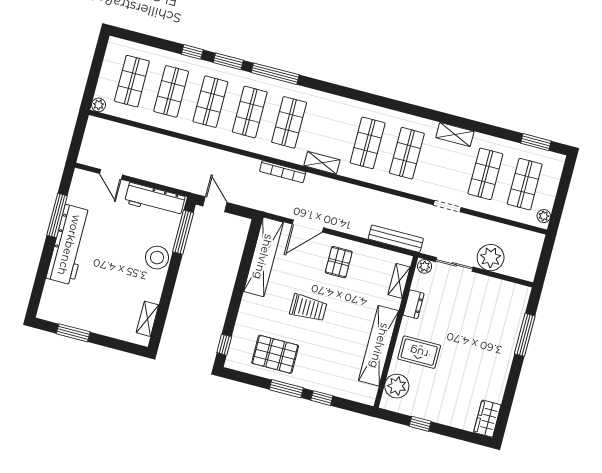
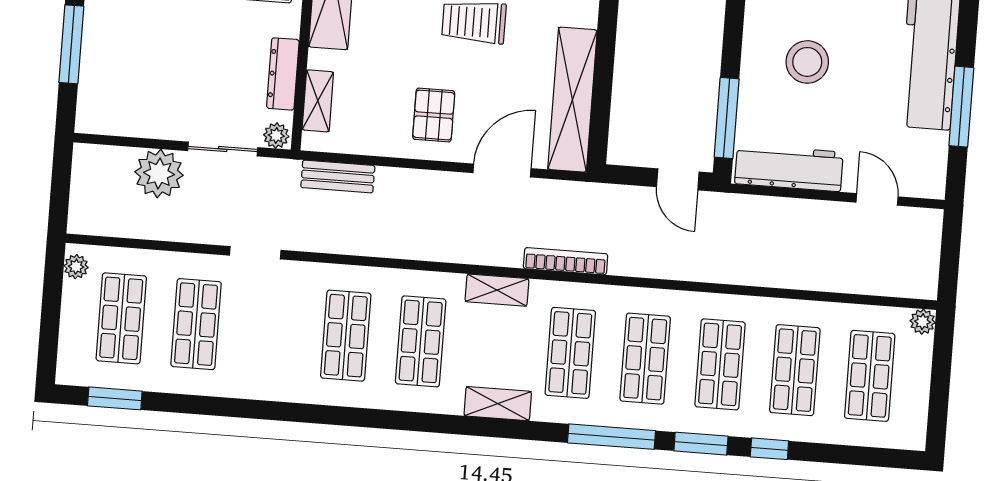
shelving: (455, 134) -> (498, 404), moved
bench: (396, 239) -> (338, 177), width x0.73
stool: (157, 258) -> (807, 62), moved
dresser: (414, 304) -> (283, 74), width x1.44

